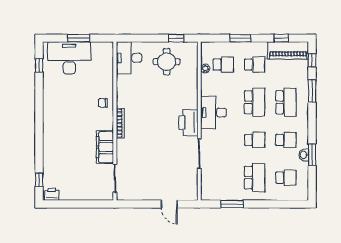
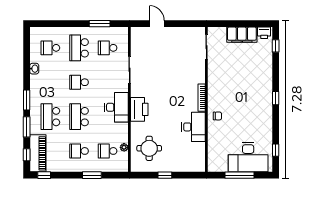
window: (79, 38) -> (239, 175), width x1.44
window: (176, 38) -> (165, 175), moved
window: (281, 38) -> (44, 175), moved
piano: (288, 51) -> (38, 153), moved, turned 90
desk: (129, 58) -> (194, 127), moved
round table: (167, 62) -> (149, 148), moved
window: (39, 123) -> (276, 98), added
printer: (188, 123) -> (139, 109), moved
school desk: (286, 140) -> (108, 48), moved
filing cabinet: (105, 147) -> (242, 35), moved, turned 90
window: (312, 155) -> (27, 100), moved

